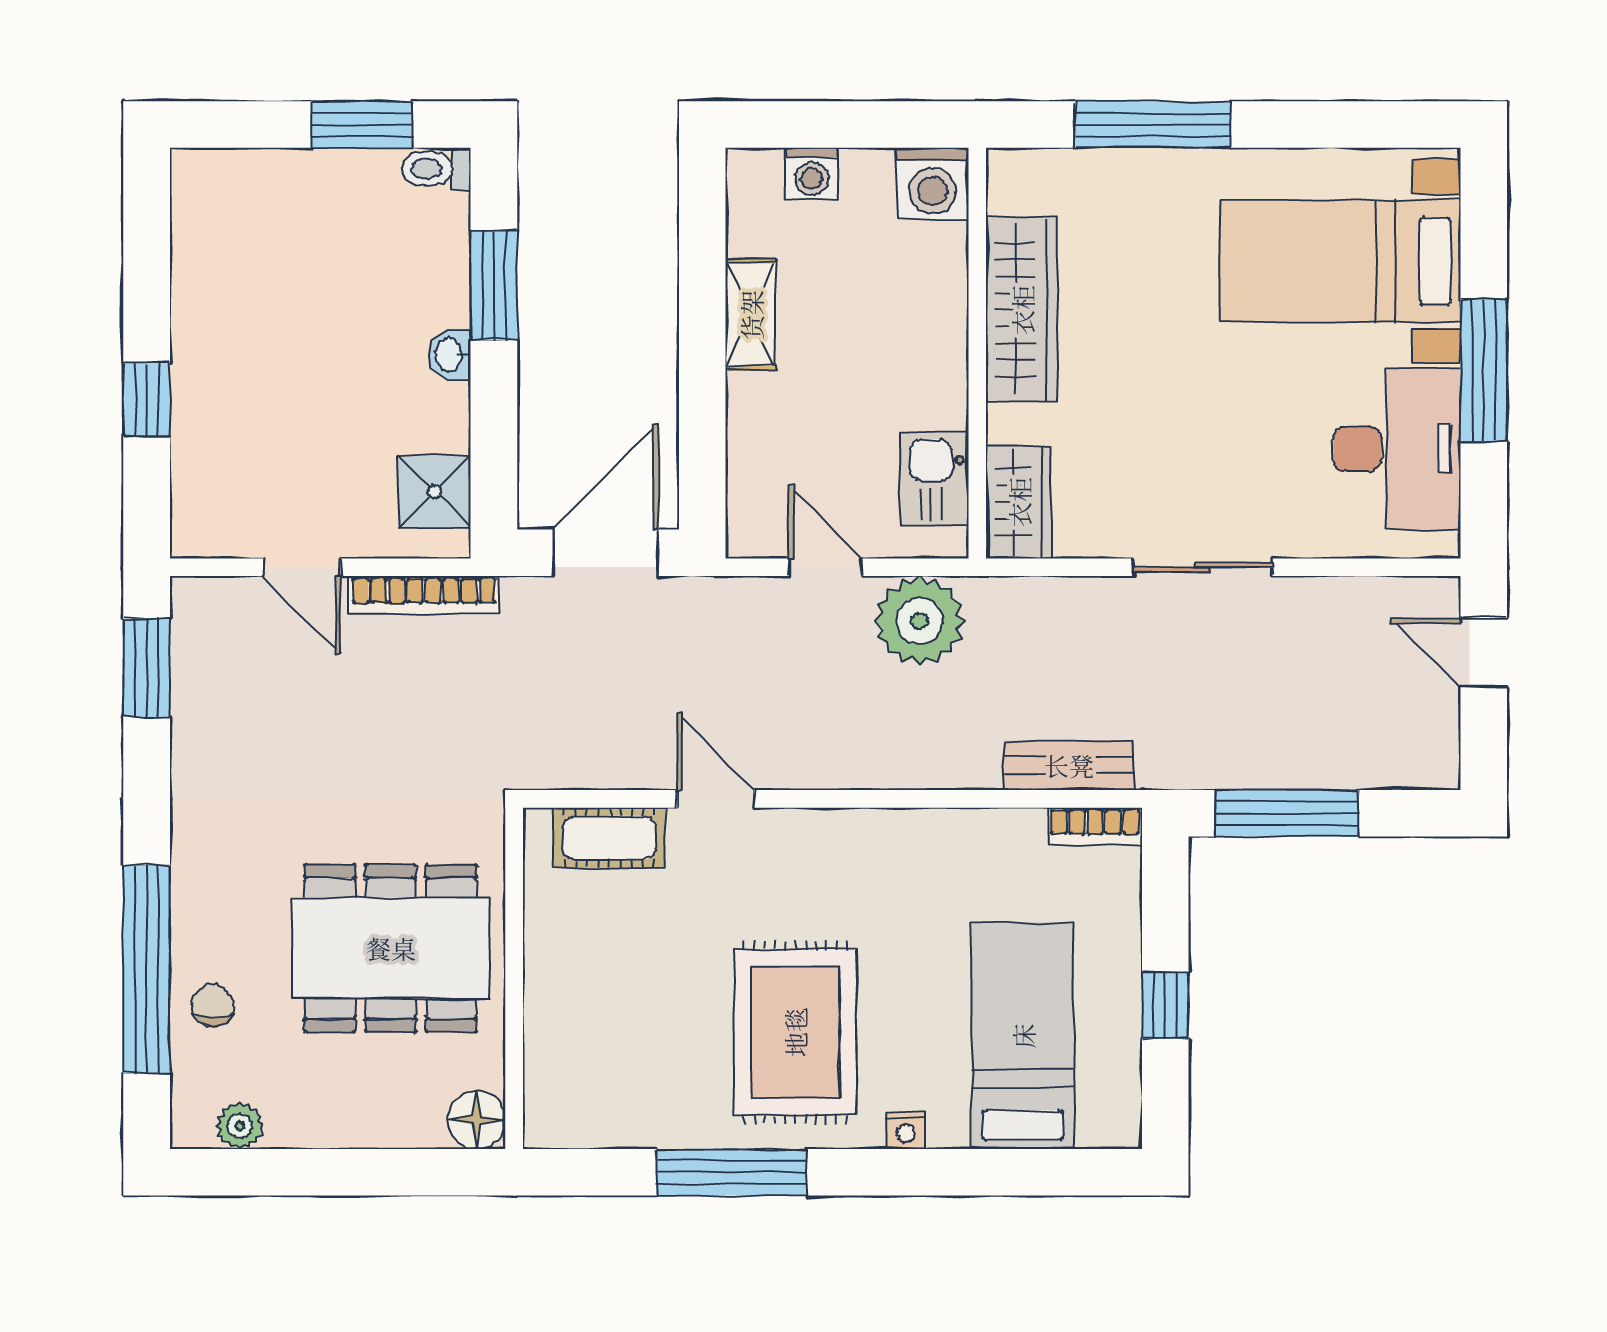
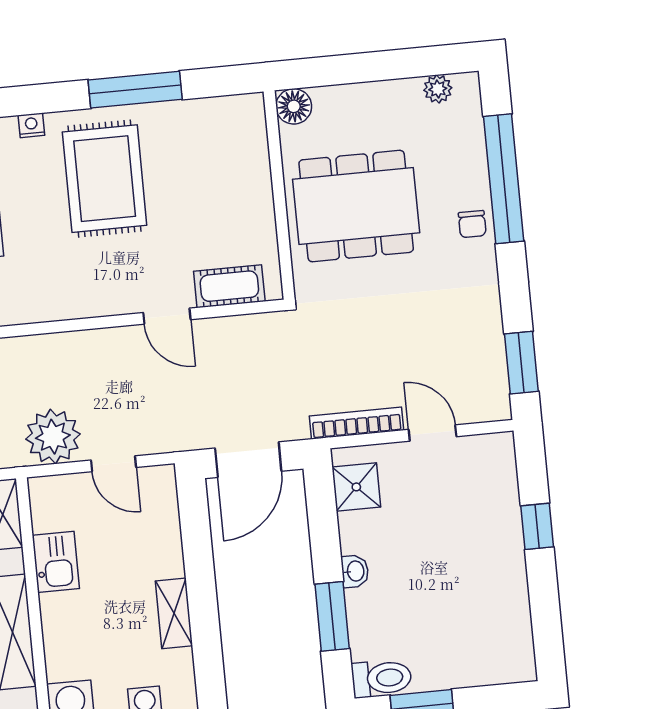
toilet: (436, 169) -> (382, 678), width x1.37, depth x1.39
kitchen sink: (934, 479) -> (56, 562), moved
chair: (213, 1005) -> (472, 224), moved

